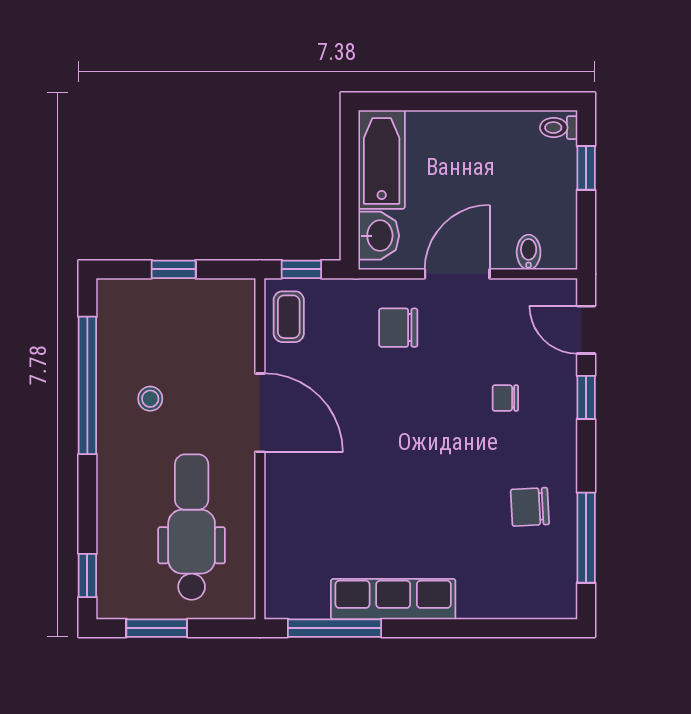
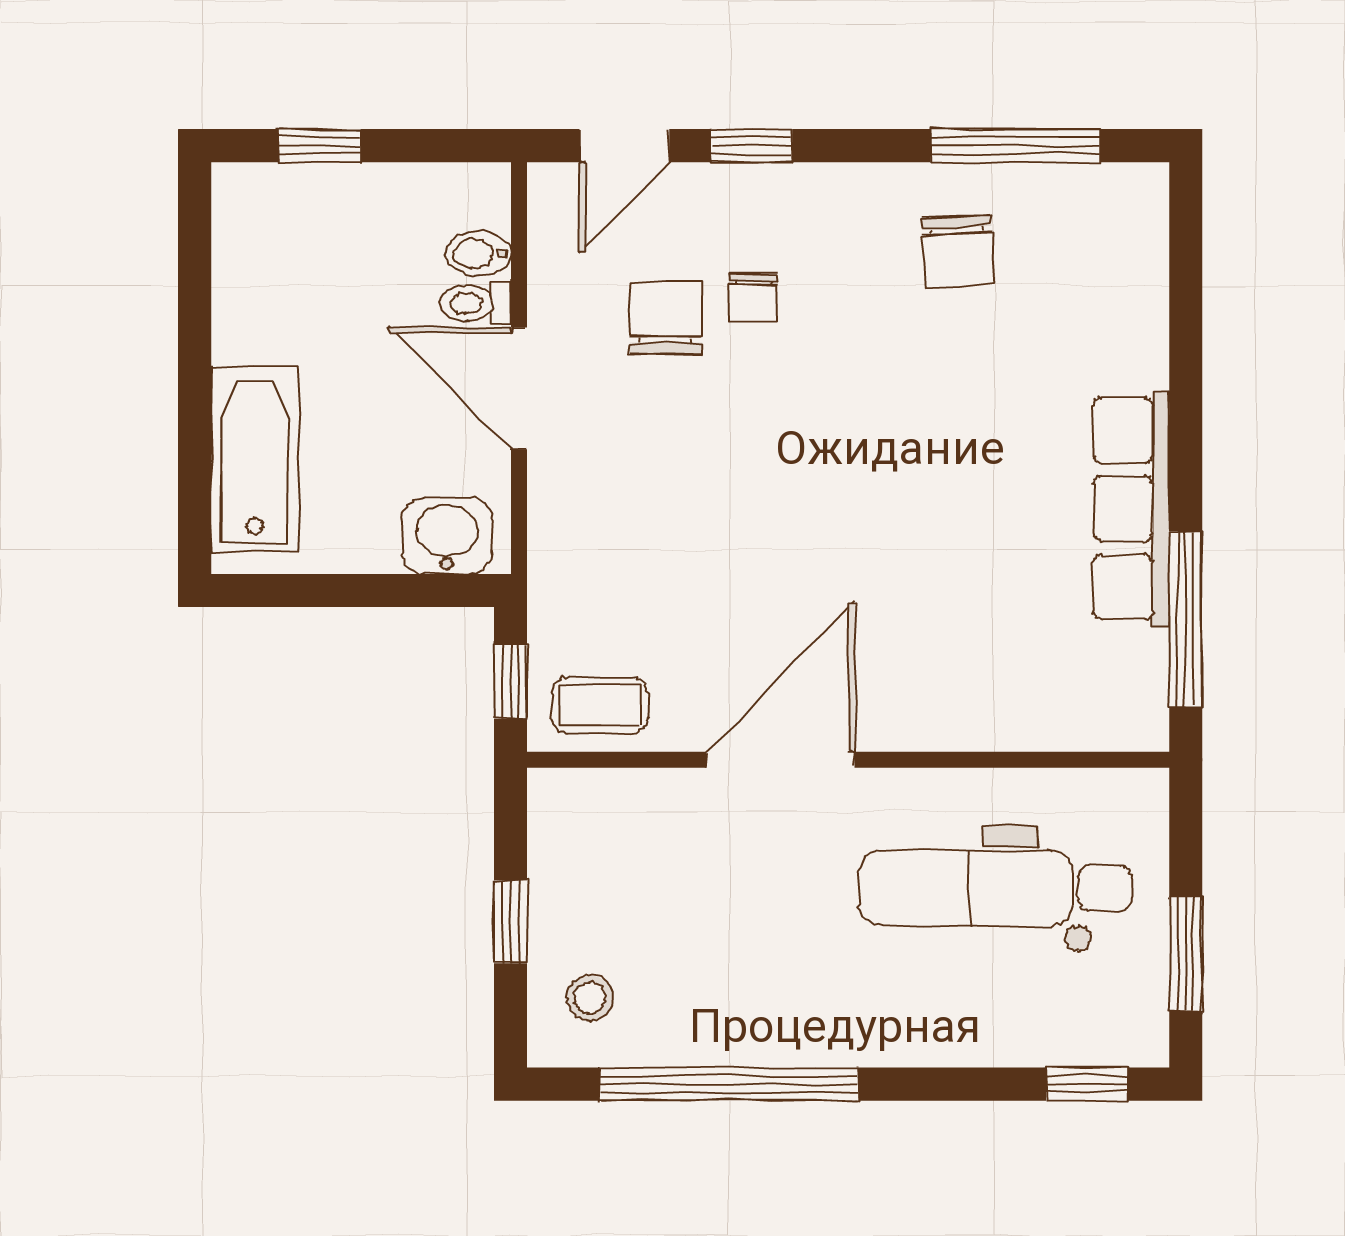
toilet: (559, 128) -> (476, 303), moved, turned 90
bathtub: (382, 159) -> (255, 459), moved, turned 90
chair: (398, 328) -> (666, 318), moved, turned 180
stool: (150, 399) -> (590, 998), moved

